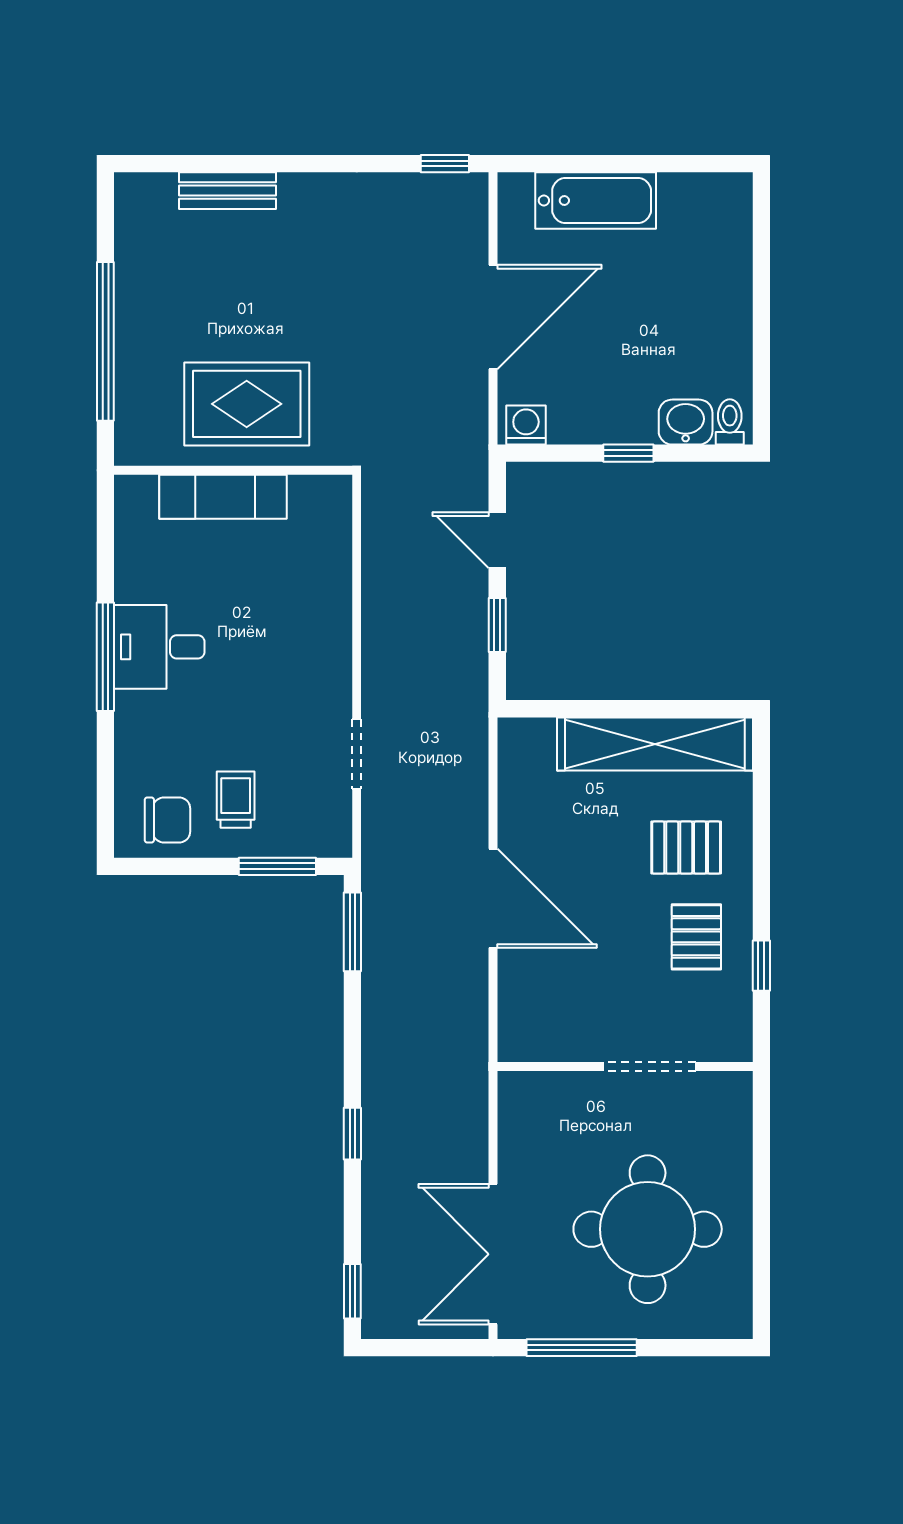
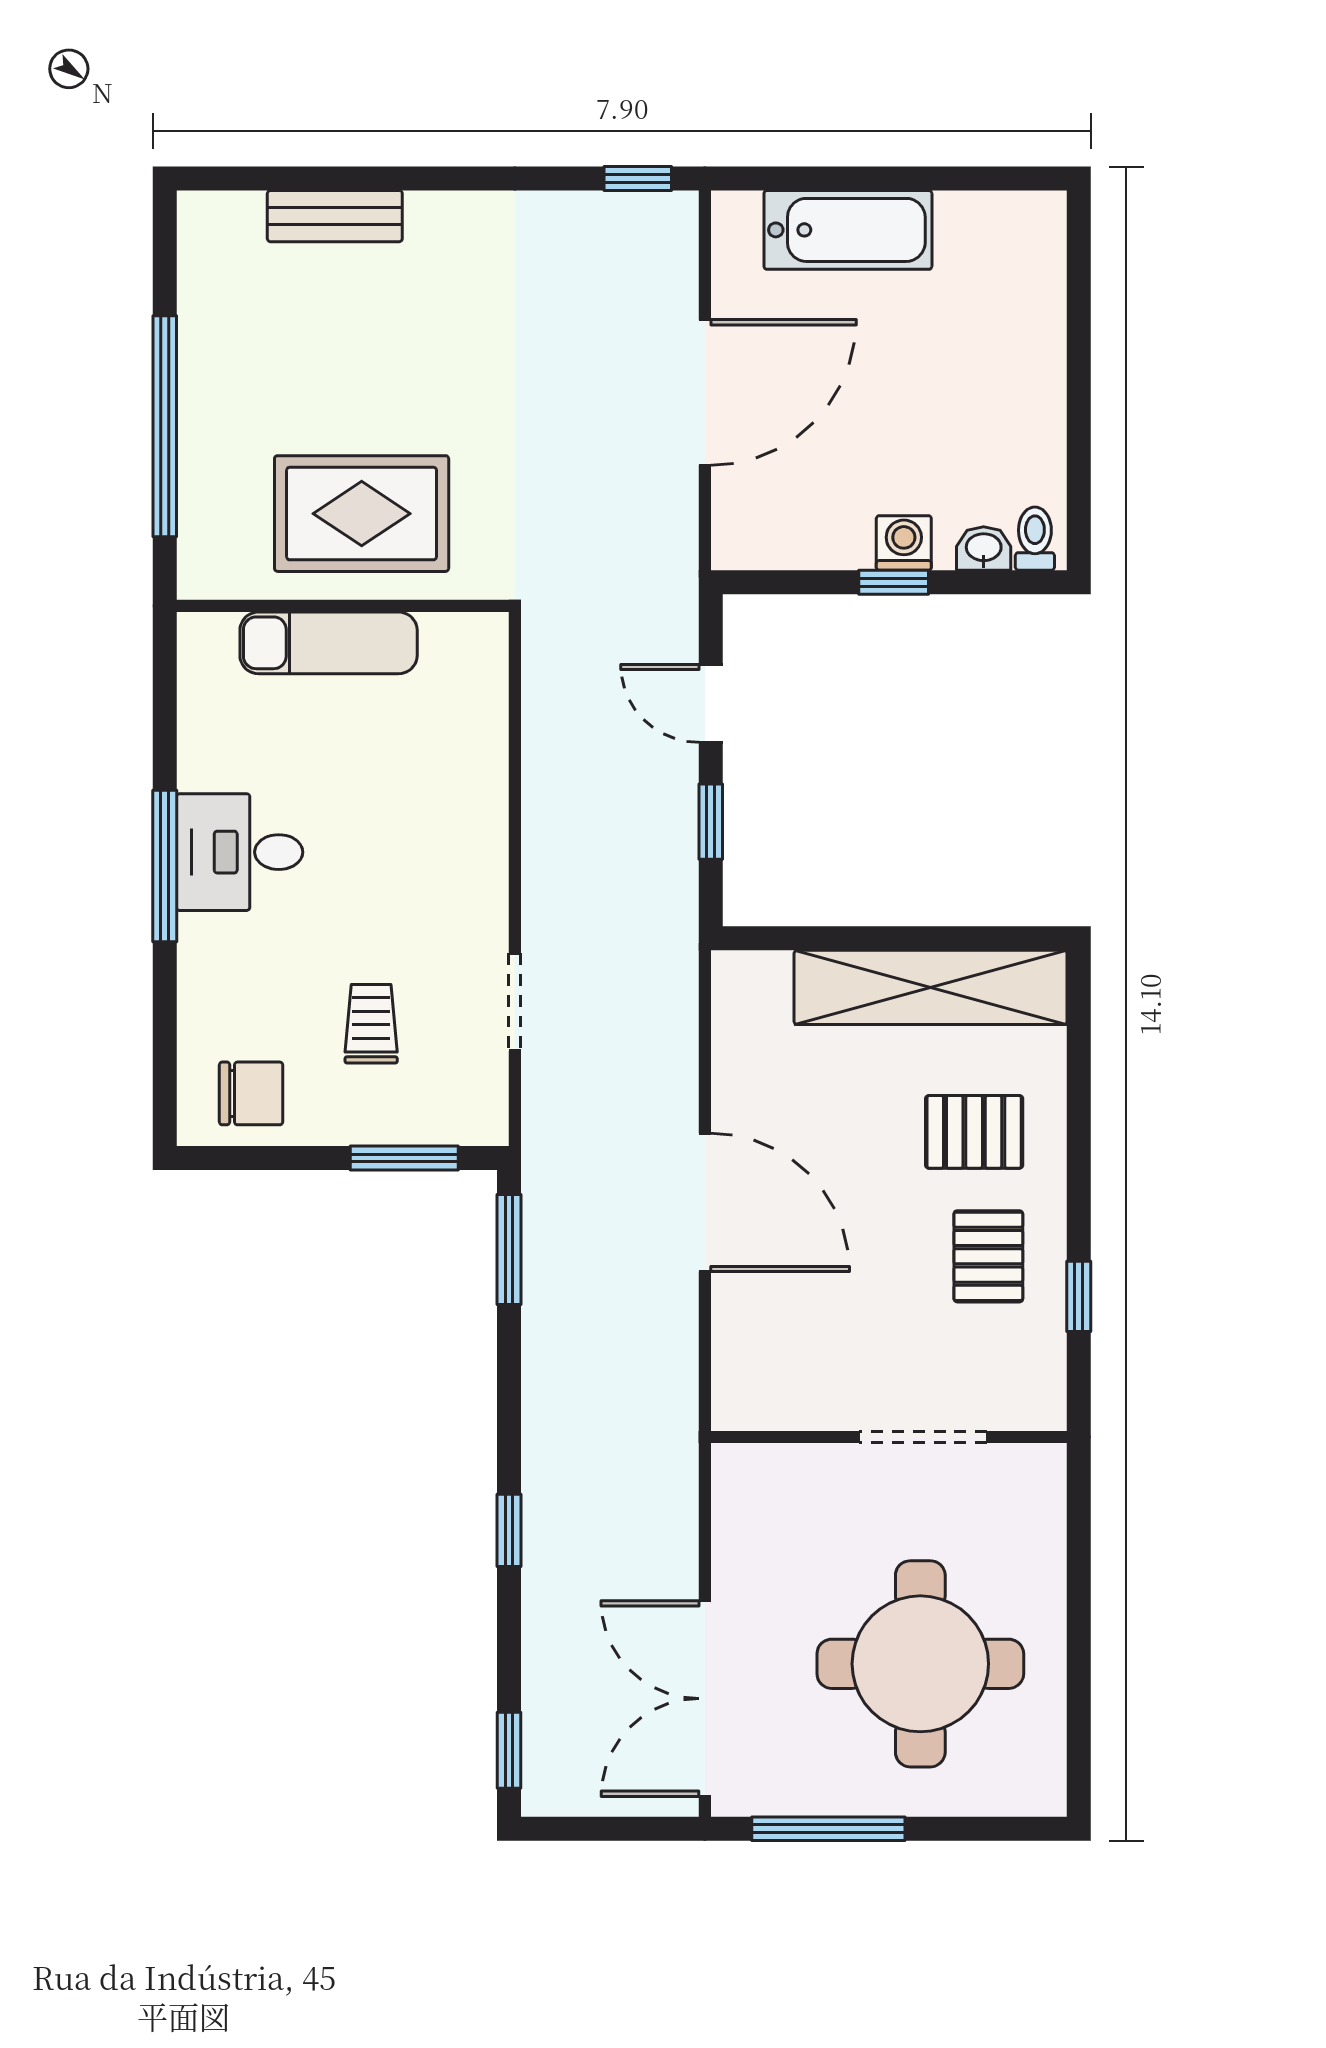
washbasin: (686, 422) -> (984, 548), width x0.72, depth x0.69
washing machine: (526, 425) -> (904, 543), moved
trolley: (236, 800) -> (371, 1024), moved

